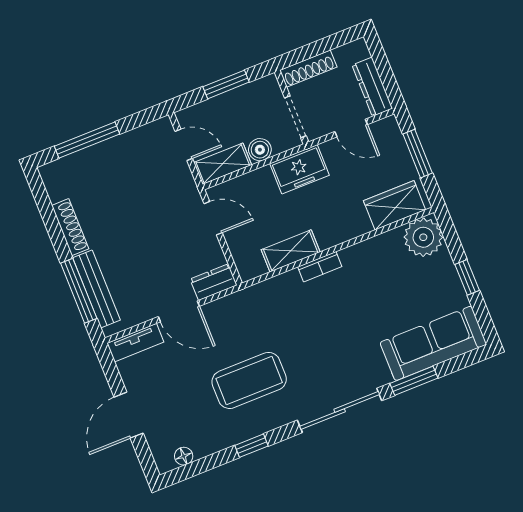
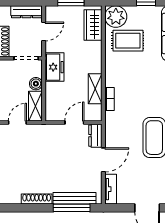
door: (213, 218) -> (74, 122), moved
bookcase: (320, 267) -> (110, 99), moved
rug: (392, 273) -> (128, 41), added

